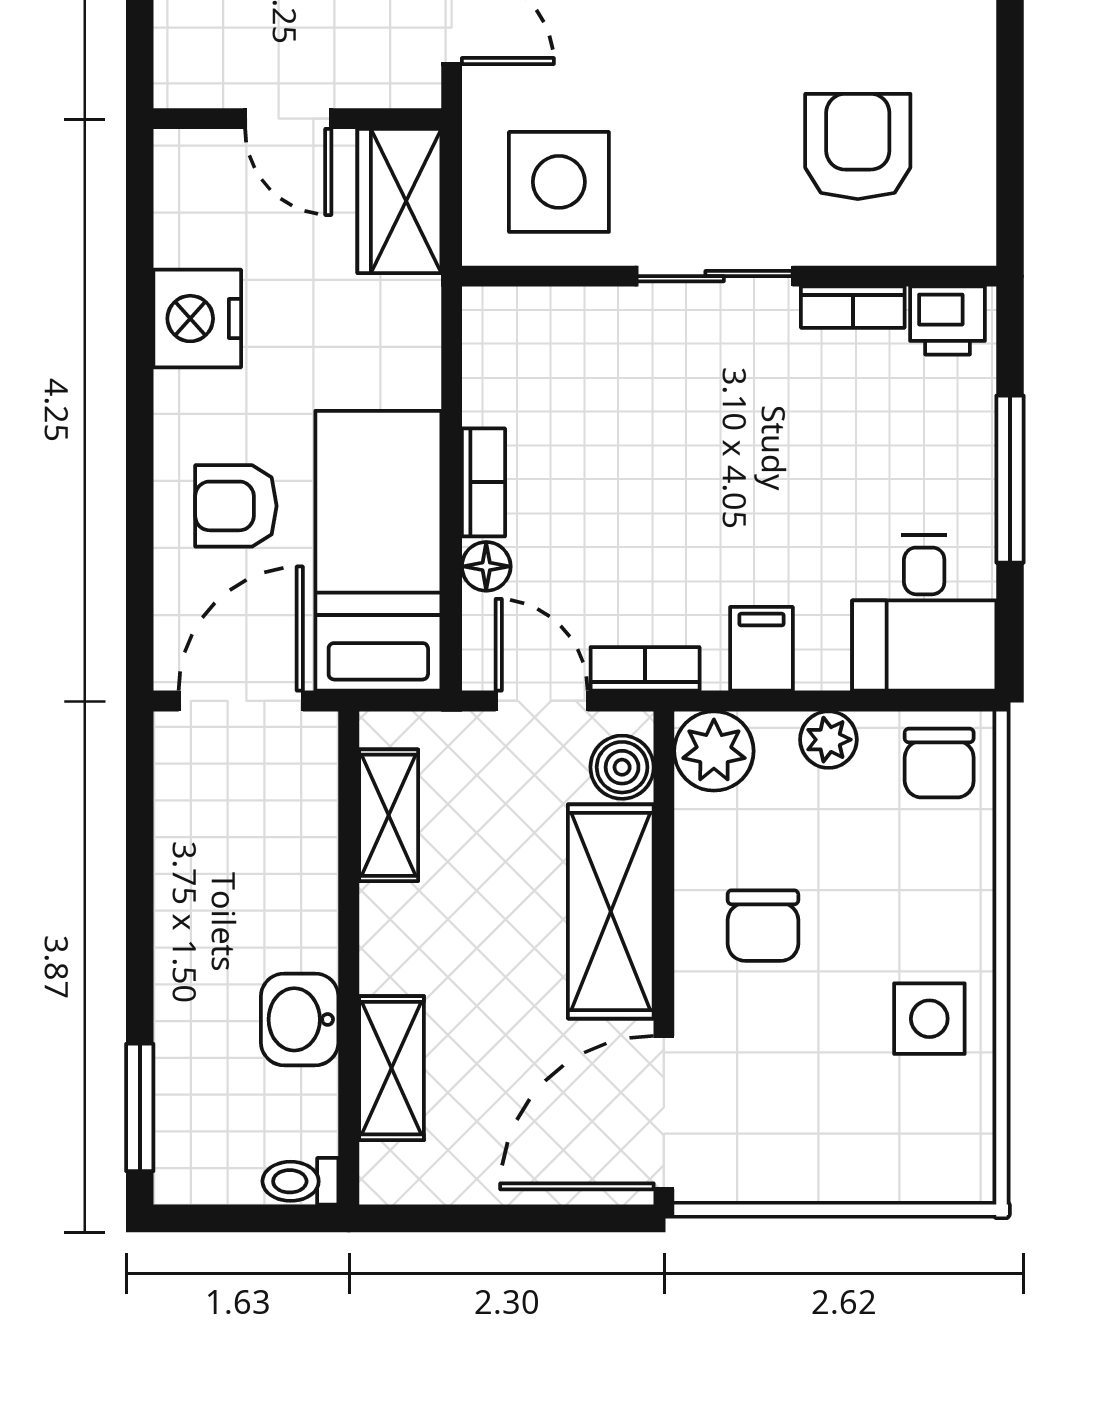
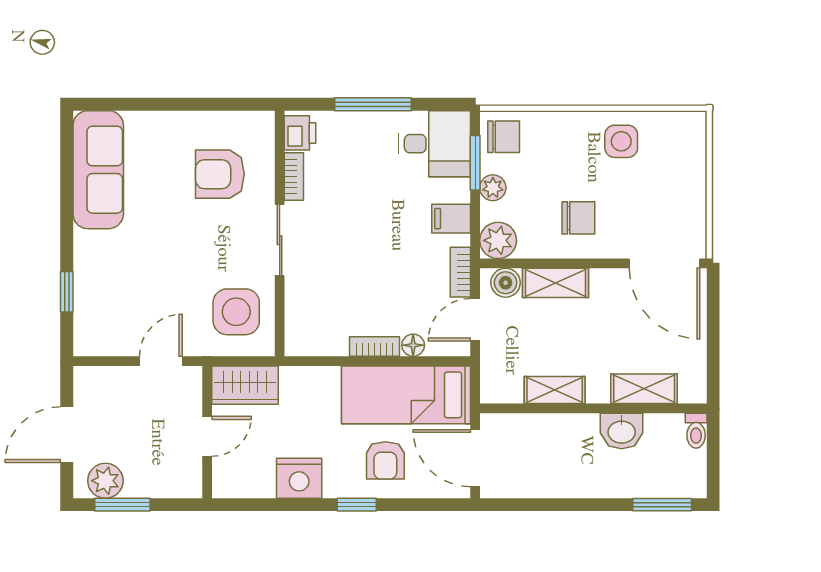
window: (140, 444) -> (357, 505), added
window: (883, 701) -> (475, 163), added
shelving: (389, 815) -> (555, 390), moved
shelving: (611, 911) -> (555, 283), width x0.67, depth x0.75

